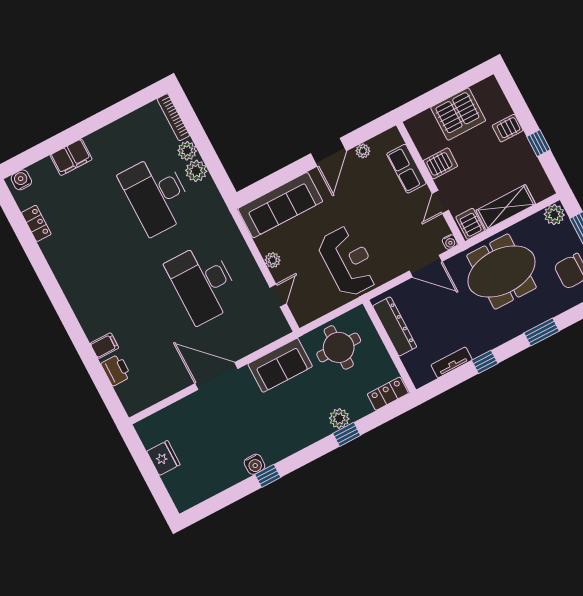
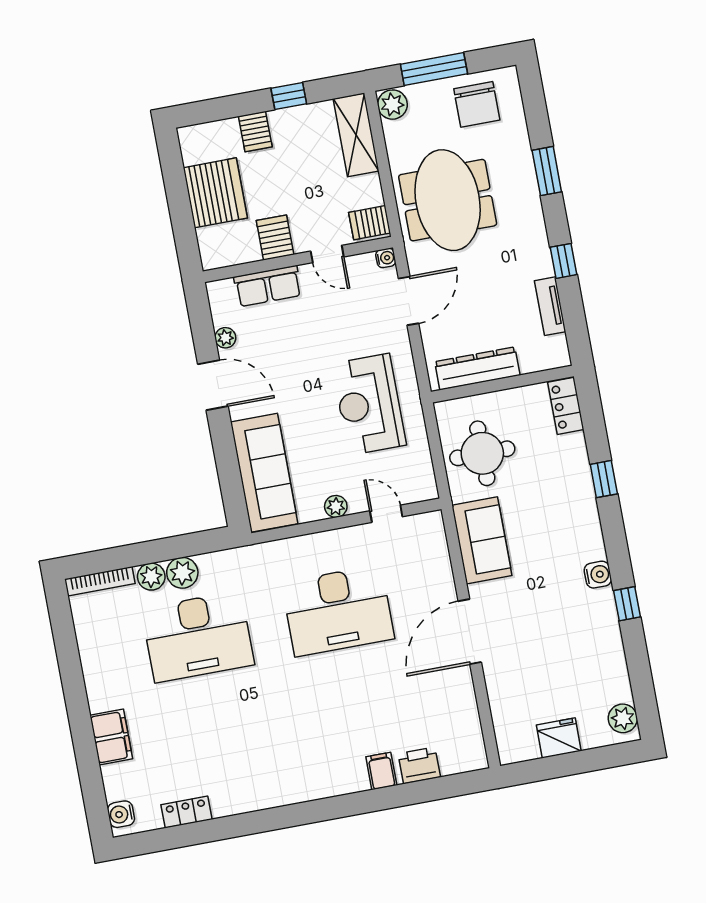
shelving: (506, 207) -> (356, 135), moved
reception desk: (348, 261) -> (369, 404), turned -90
plant: (339, 418) -> (623, 718), moved
water cooler: (255, 464) -> (598, 575), moved

